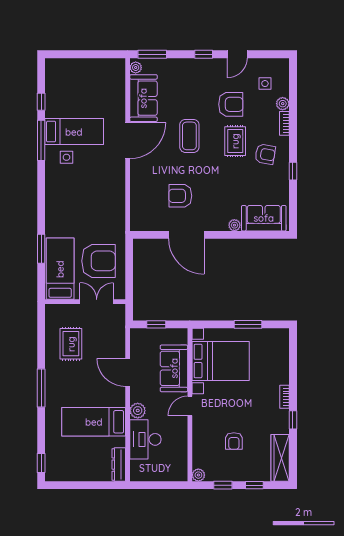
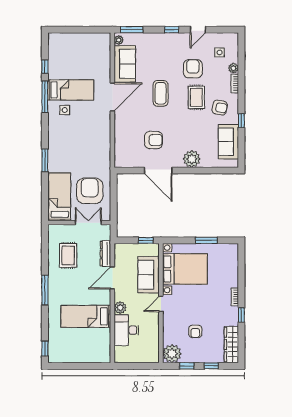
armchair: (231, 104) -> (193, 69), turned -90
armchair: (180, 196) -> (154, 140), turned 180
sofa: (264, 218) -> (228, 142), moved, turned -90
plant: (234, 225) -> (192, 159), width x1.87, depth x1.87
window: (41, 249) -> (45, 160), moved
armchair: (99, 261) -> (90, 191), turned -90
window: (156, 324) -> (146, 240), moved
door: (128, 372) -> (112, 278), hinge flipped
dresser: (119, 465) -> (105, 254), moved
plant: (198, 475) -> (172, 354), width x1.88, depth x1.88

